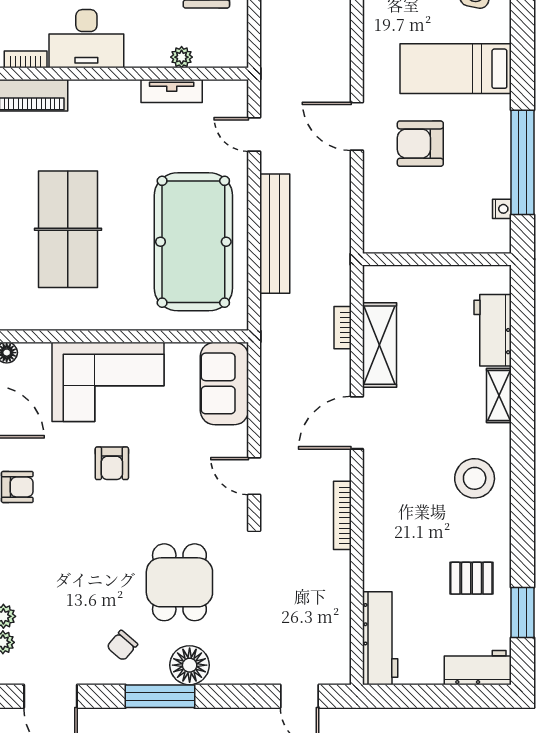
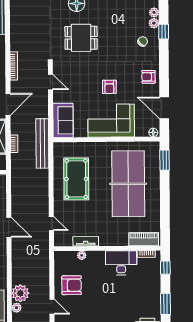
table tennis table: (68, 229) -> (128, 184), width x1.36, depth x1.32
bench: (275, 234) -> (42, 143), moved
pool table: (193, 242) -> (76, 179), width x0.73, depth x0.76
armchair: (112, 463) -> (109, 87), turned 180
dining table: (179, 582) -> (81, 38), turned 90
chair: (122, 645) -> (143, 41), moved

